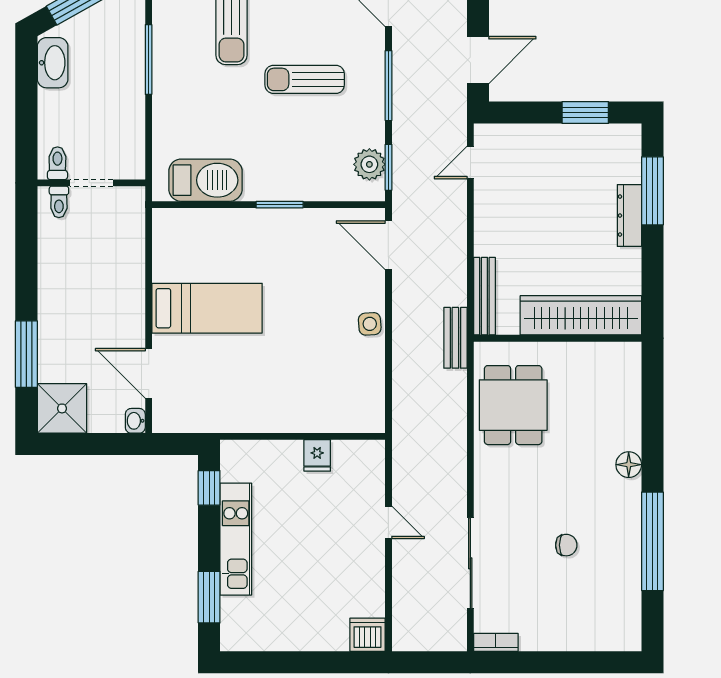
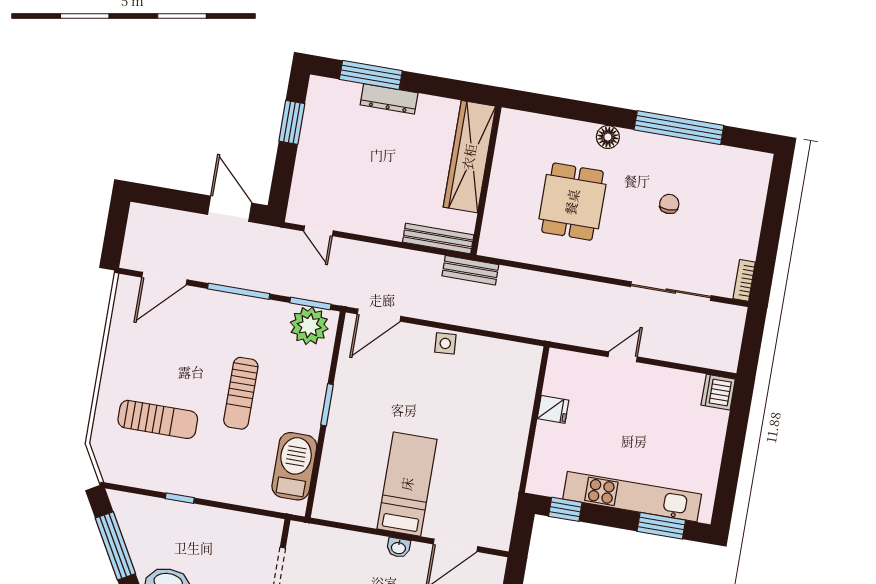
window: (149, 60) -> (180, 498), width x0.46
sun lounger: (305, 79) -> (241, 393), moved
plant: (369, 164) -> (309, 326), width x1.36, depth x1.36
dining table: (513, 405) -> (572, 202), moved, turned 90
washbasin: (135, 421) -> (399, 548), moved
kitchen unit: (236, 539) -> (632, 497), width x1.36

